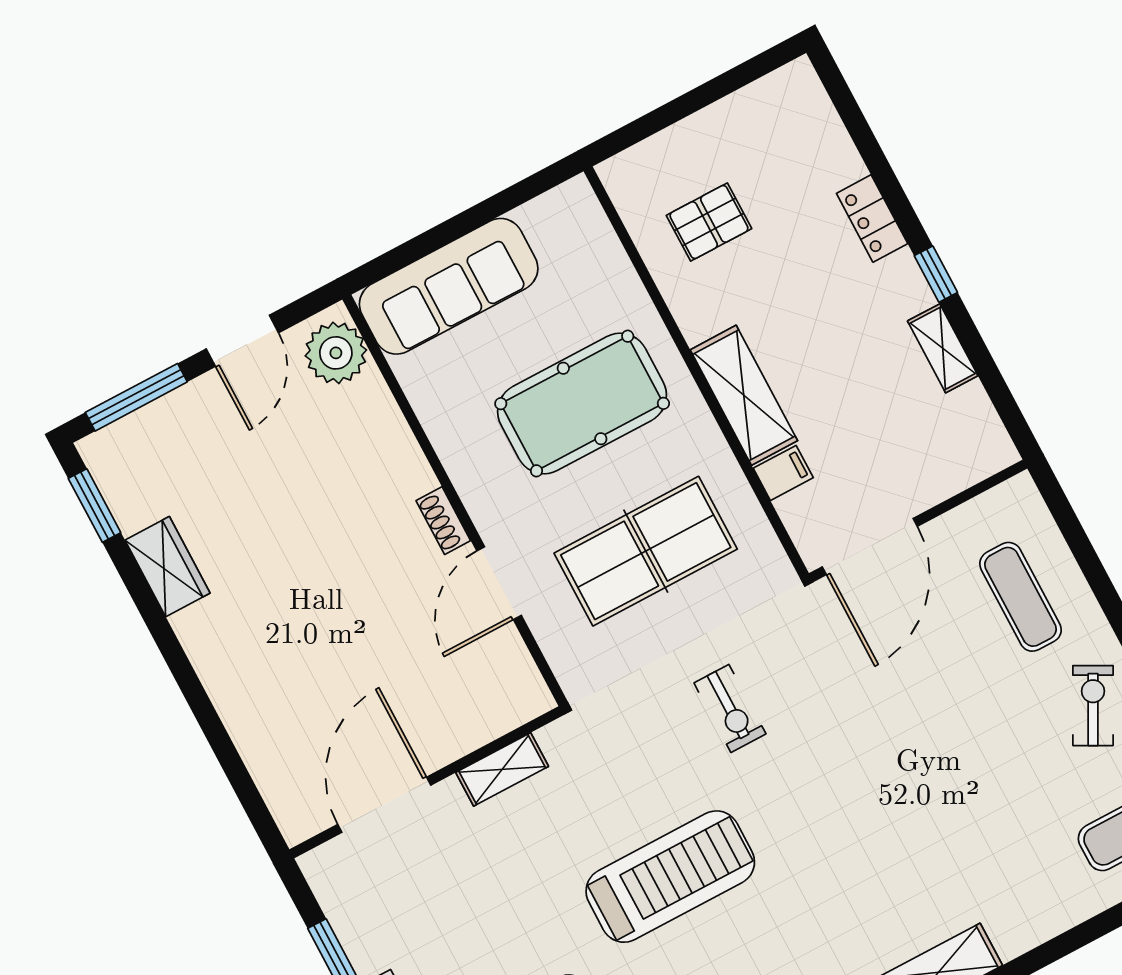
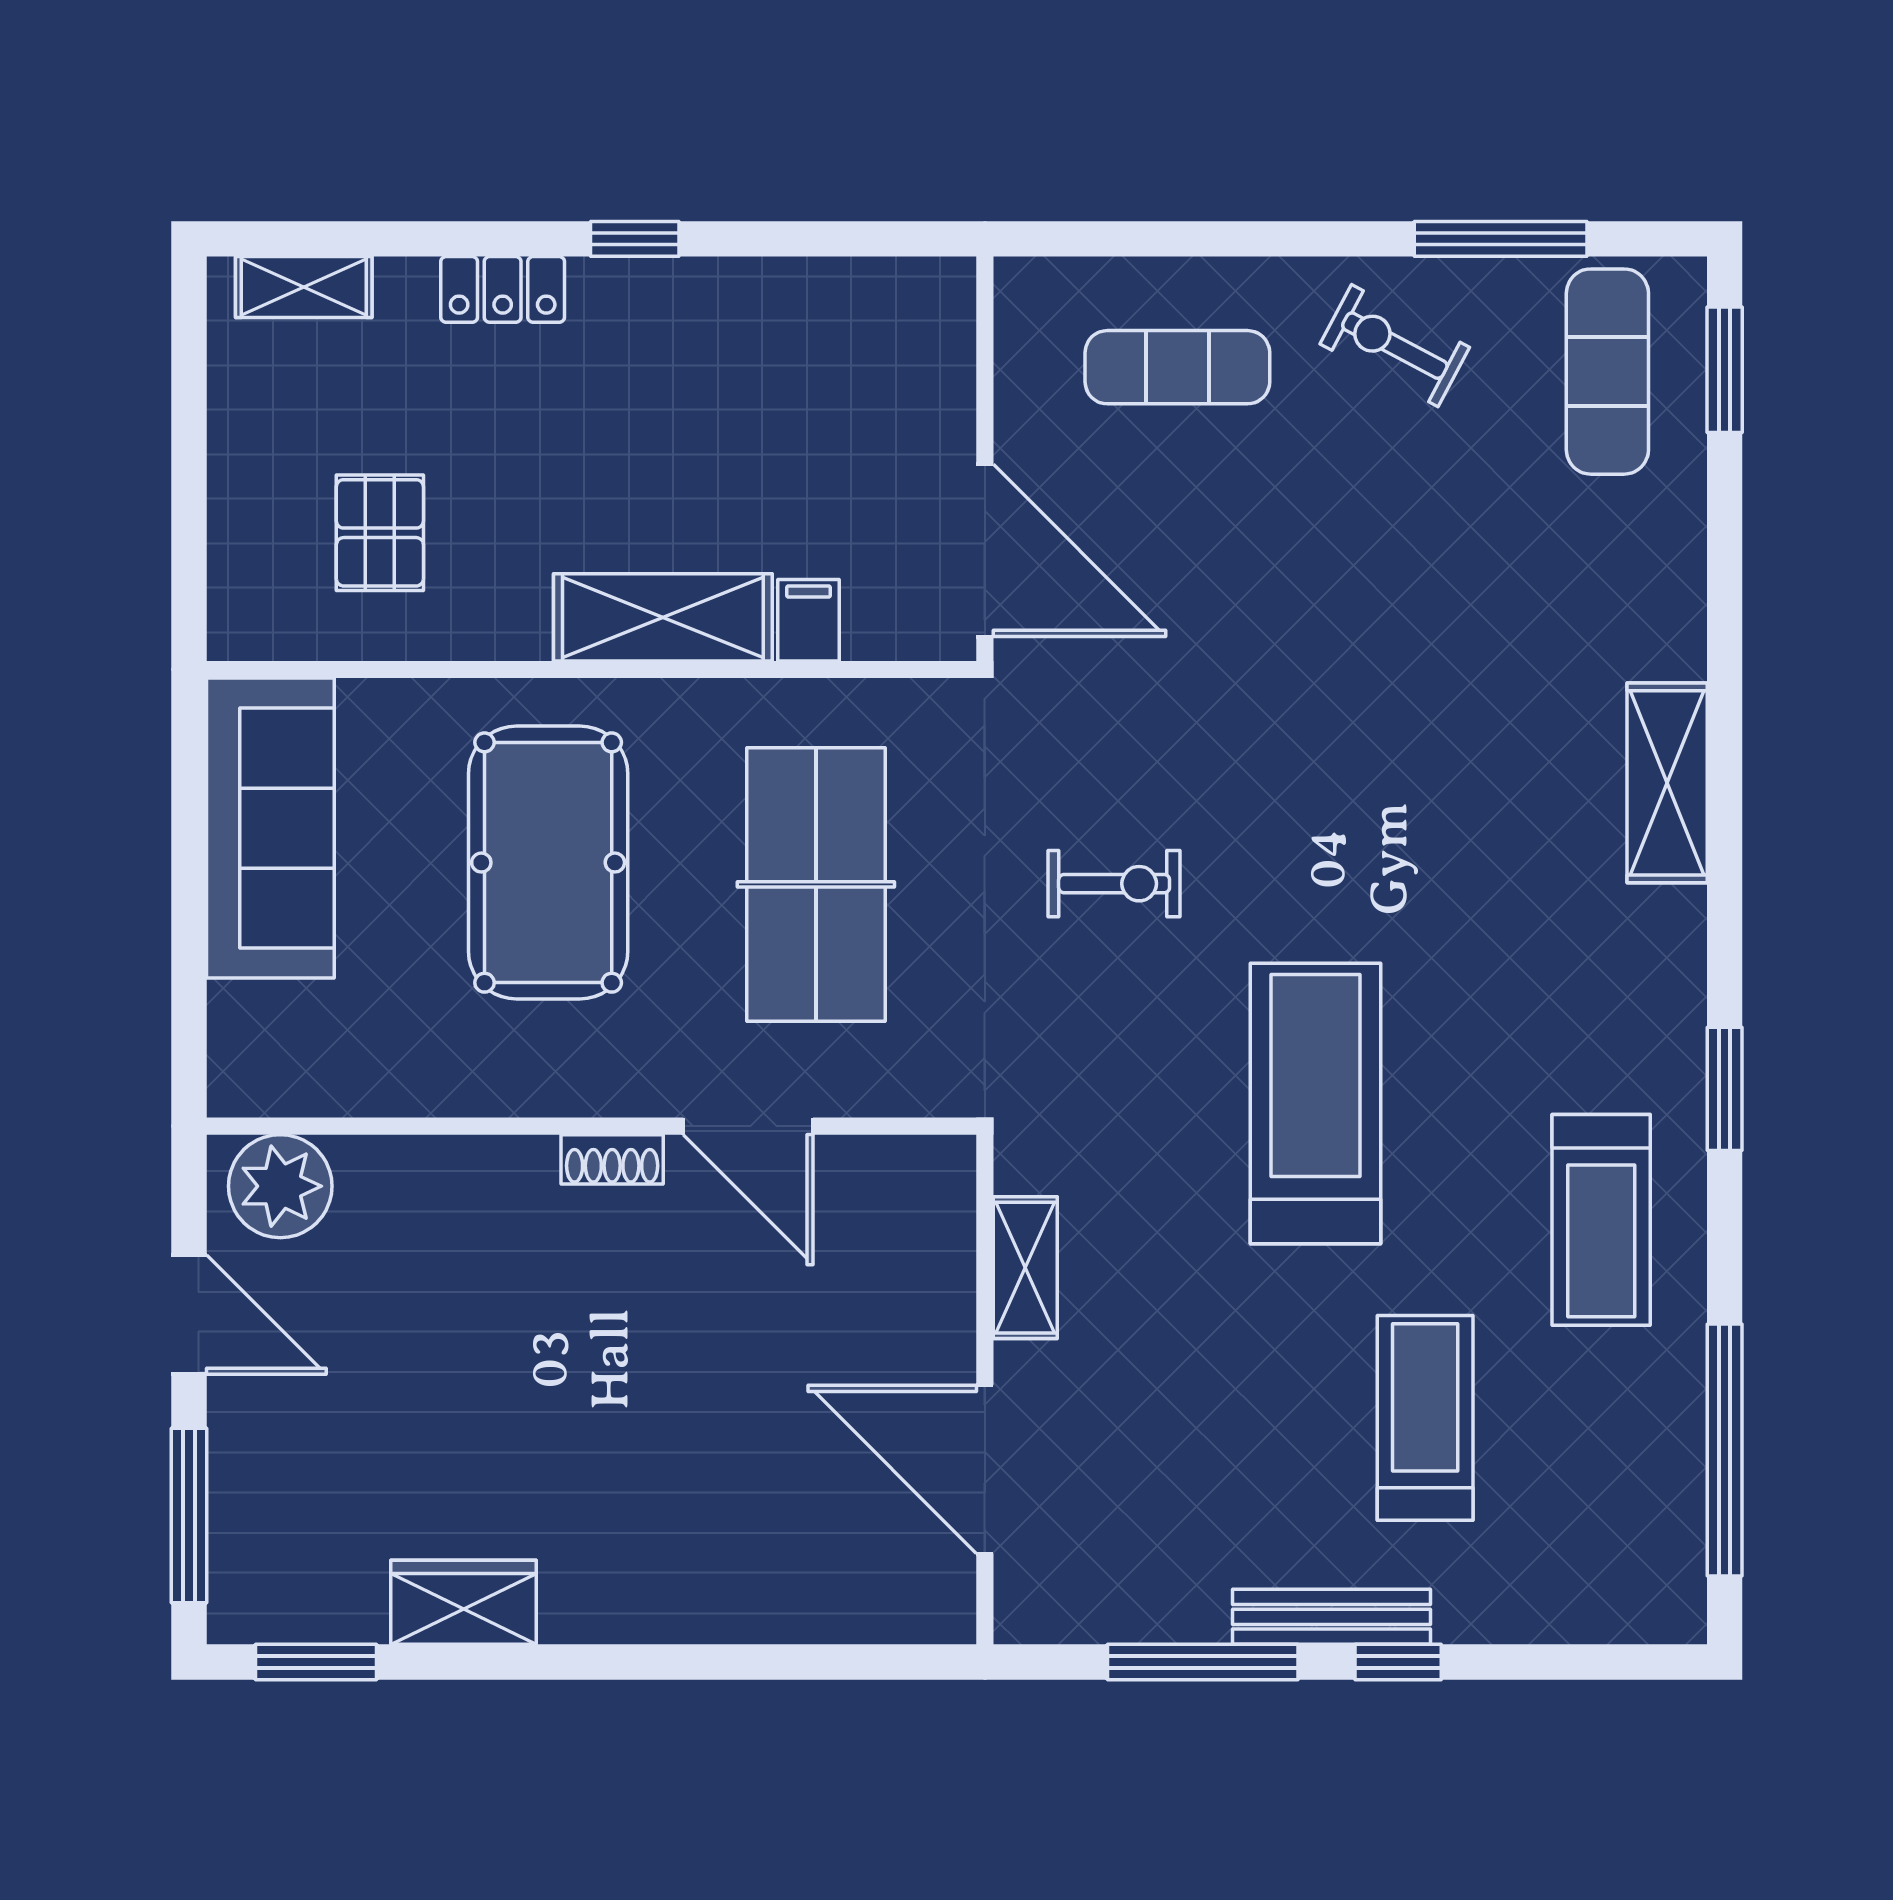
sofa: (449, 286) -> (270, 828), moved
shelving: (943, 348) -> (304, 287), moved

